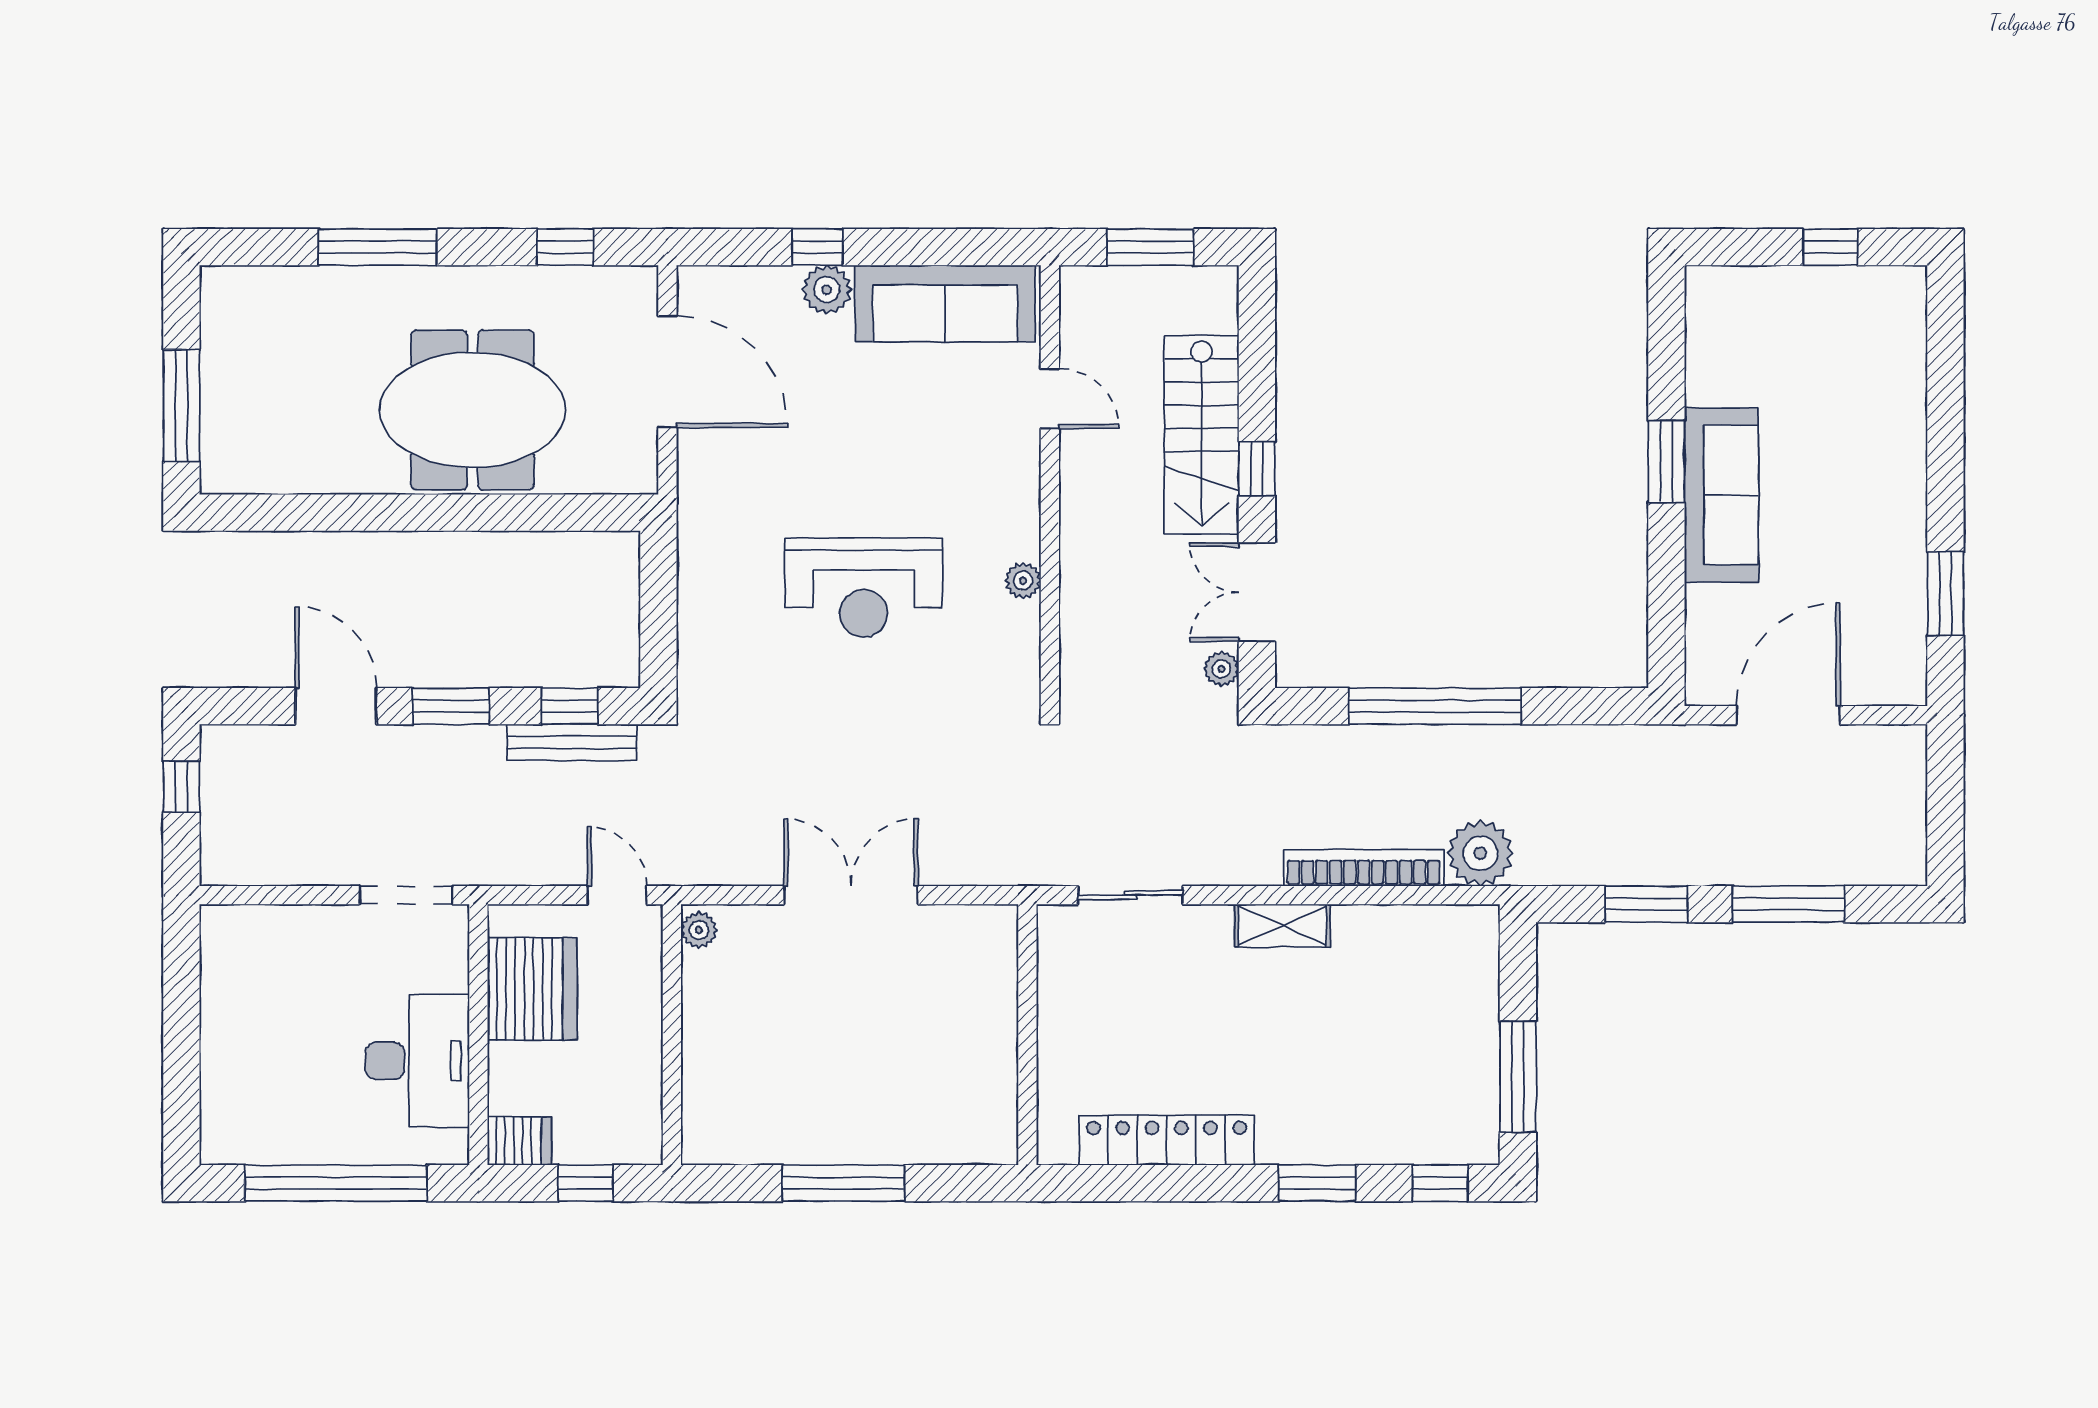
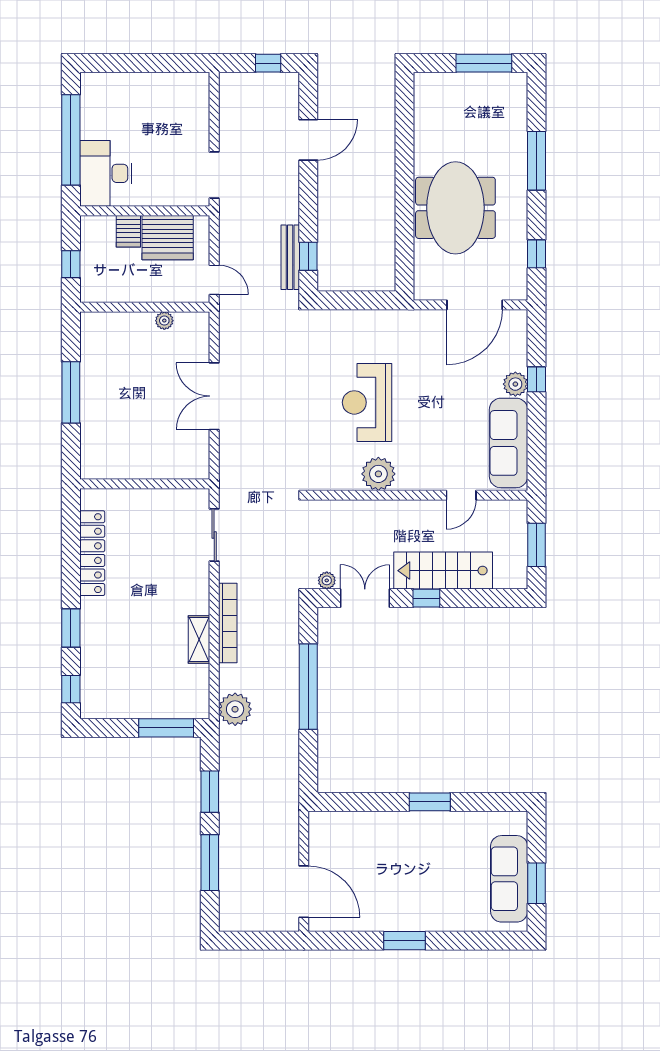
window: (1830, 247) -> (537, 883), width x1.50
window: (181, 406) -> (484, 63), moved
sofa: (1722, 495) -> (509, 879), moved, turned 90
plant: (1023, 581) -> (378, 474), width x1.88, depth x1.88
window: (1945, 594) -> (405, 941), moved
window: (451, 706) -> (308, 197), removed
door: (1788, 715) -> (304, 892), moved
bookcase: (1364, 868) -> (228, 623), moved
door: (617, 895) -> (214, 280), hinge flipped
double door: (851, 895) -> (214, 396), swing flipped
shelving: (1282, 926) -> (199, 640), moved
plant: (699, 930) -> (164, 321), moved
desk: (417, 1061) -> (106, 173), moved, turned 90
window: (1518, 1077) -> (166, 728), moved
server rack: (519, 1141) -> (128, 231), moved

